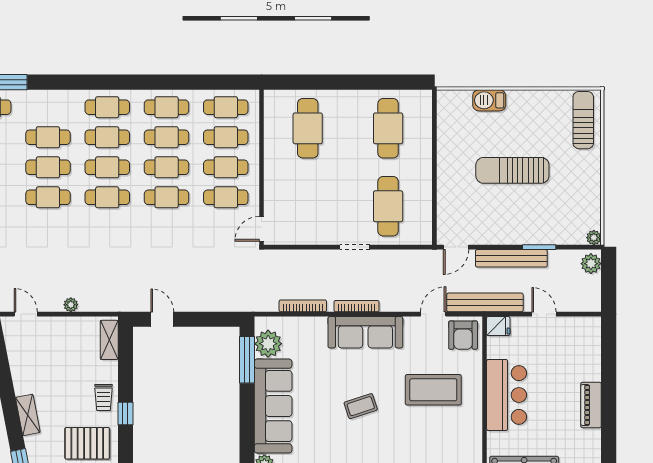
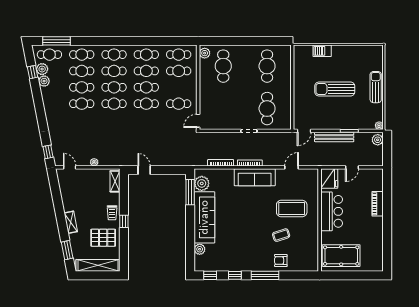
plant: (274, 105) -> (205, 53), added
sun lounger: (583, 120) -> (376, 87), moved
cafe table: (226, 167) -> (82, 55), moved
bench: (485, 302) -> (320, 161), removed
door: (544, 314) -> (352, 167), swing flipped
fridge: (498, 326) -> (329, 178), width x1.88, depth x1.34
armchair: (463, 335) -> (308, 179), removed
piano: (591, 405) -> (378, 204), moved
coffee table: (361, 406) -> (281, 235), moved

